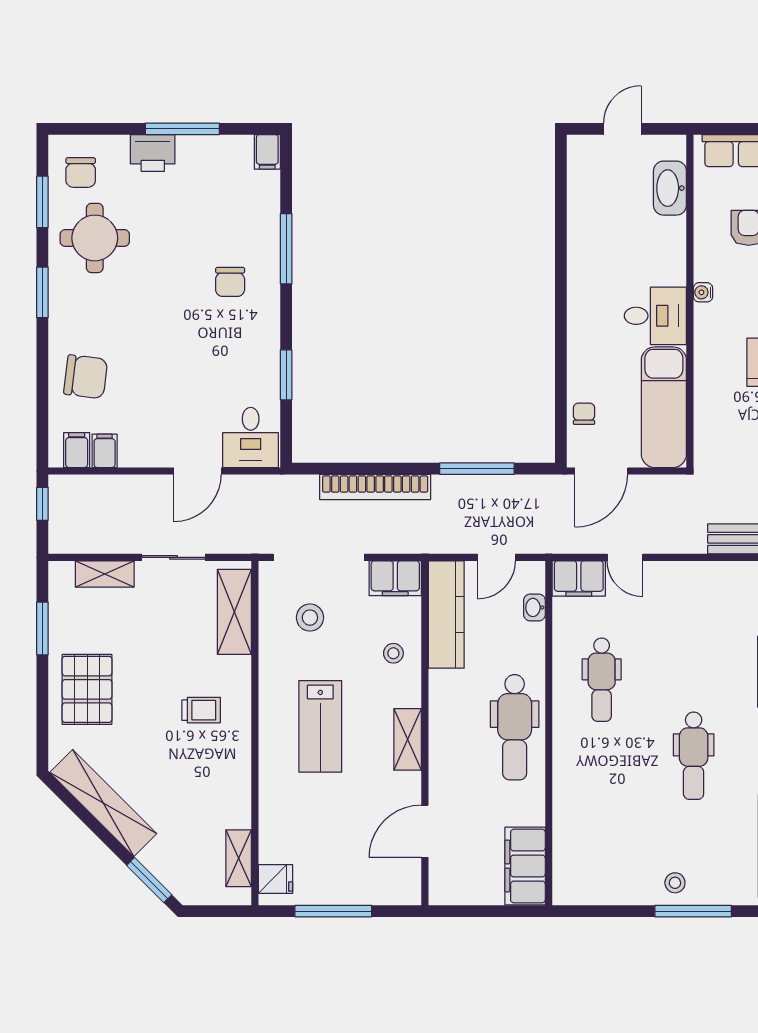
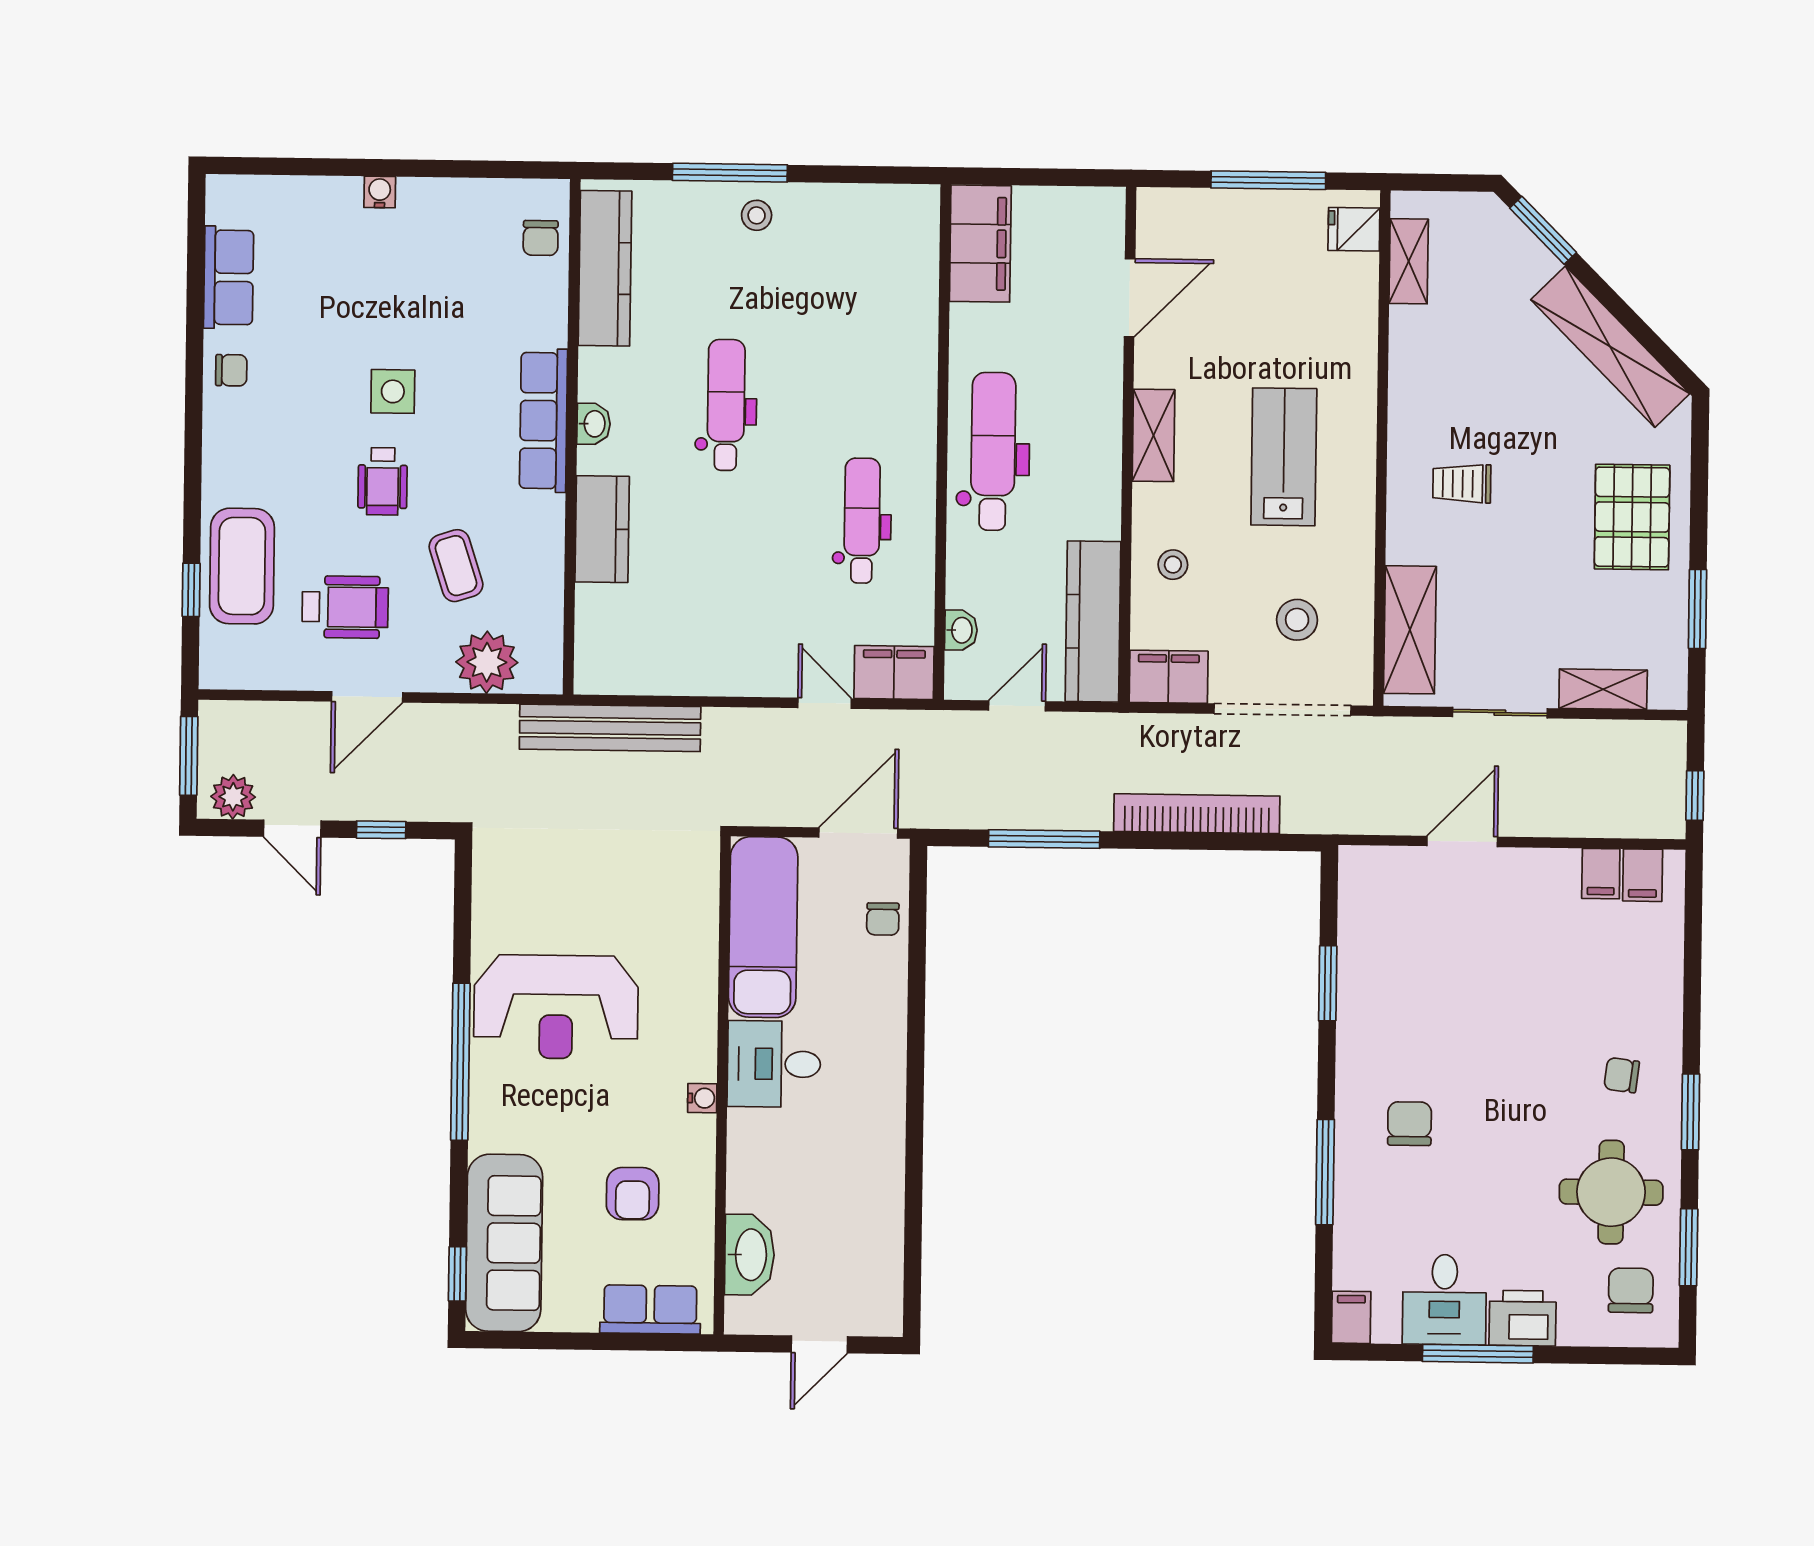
chair: (86, 377) -> (1622, 1075), moved, width x0.54, depth x0.54
desk: (251, 437) -> (1444, 1300), moved, turned 180

